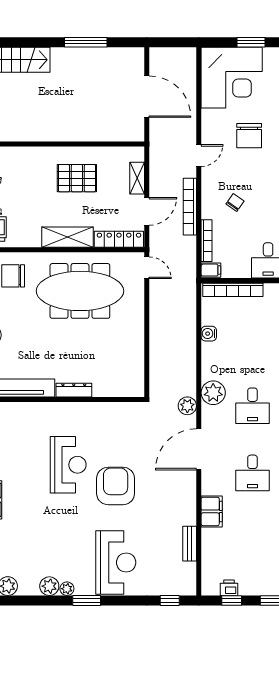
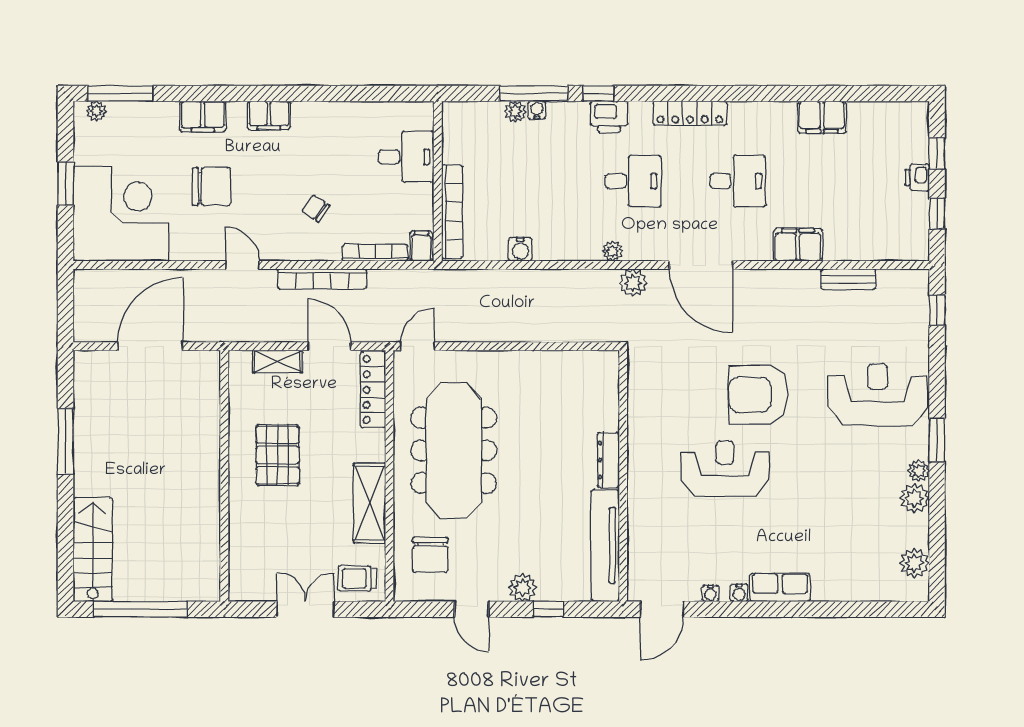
shelving: (68, 237) -> (370, 503), moved
plant: (213, 393) -> (613, 251), width x0.53, depth x0.53
printer: (229, 588) -> (917, 177), moved

